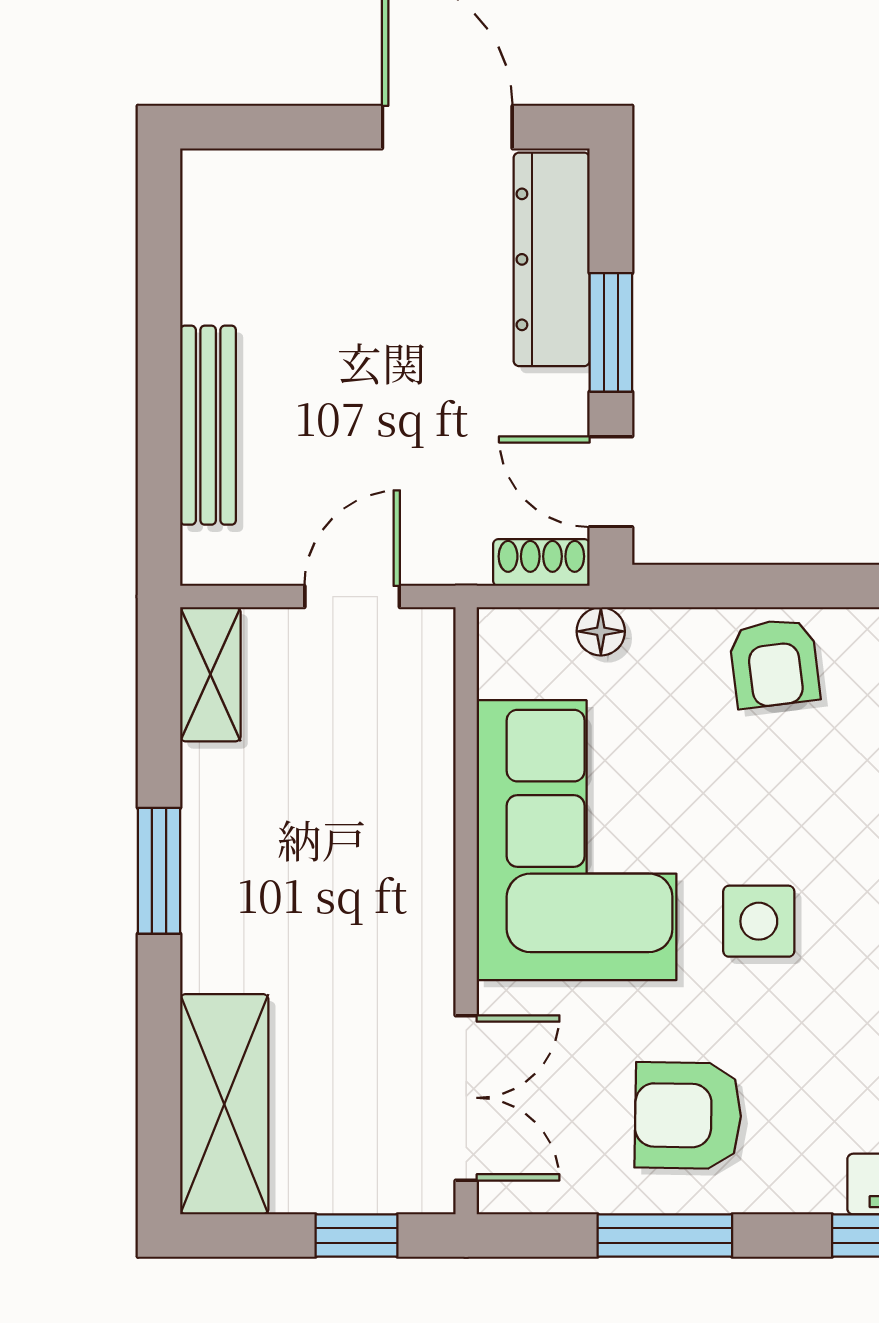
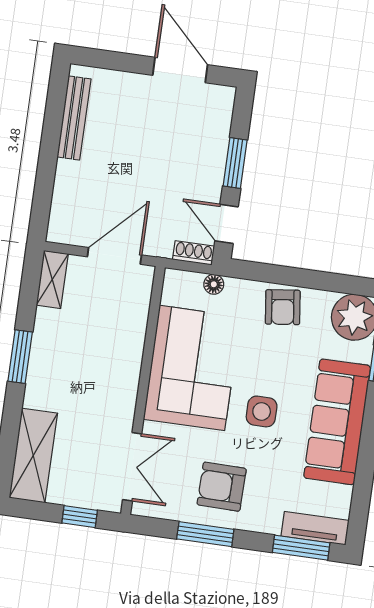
dresser: (552, 259) -> (215, 130), removed
bench: (208, 425) -> (74, 118), moved
door: (352, 597) -> (114, 256), width x1.38

